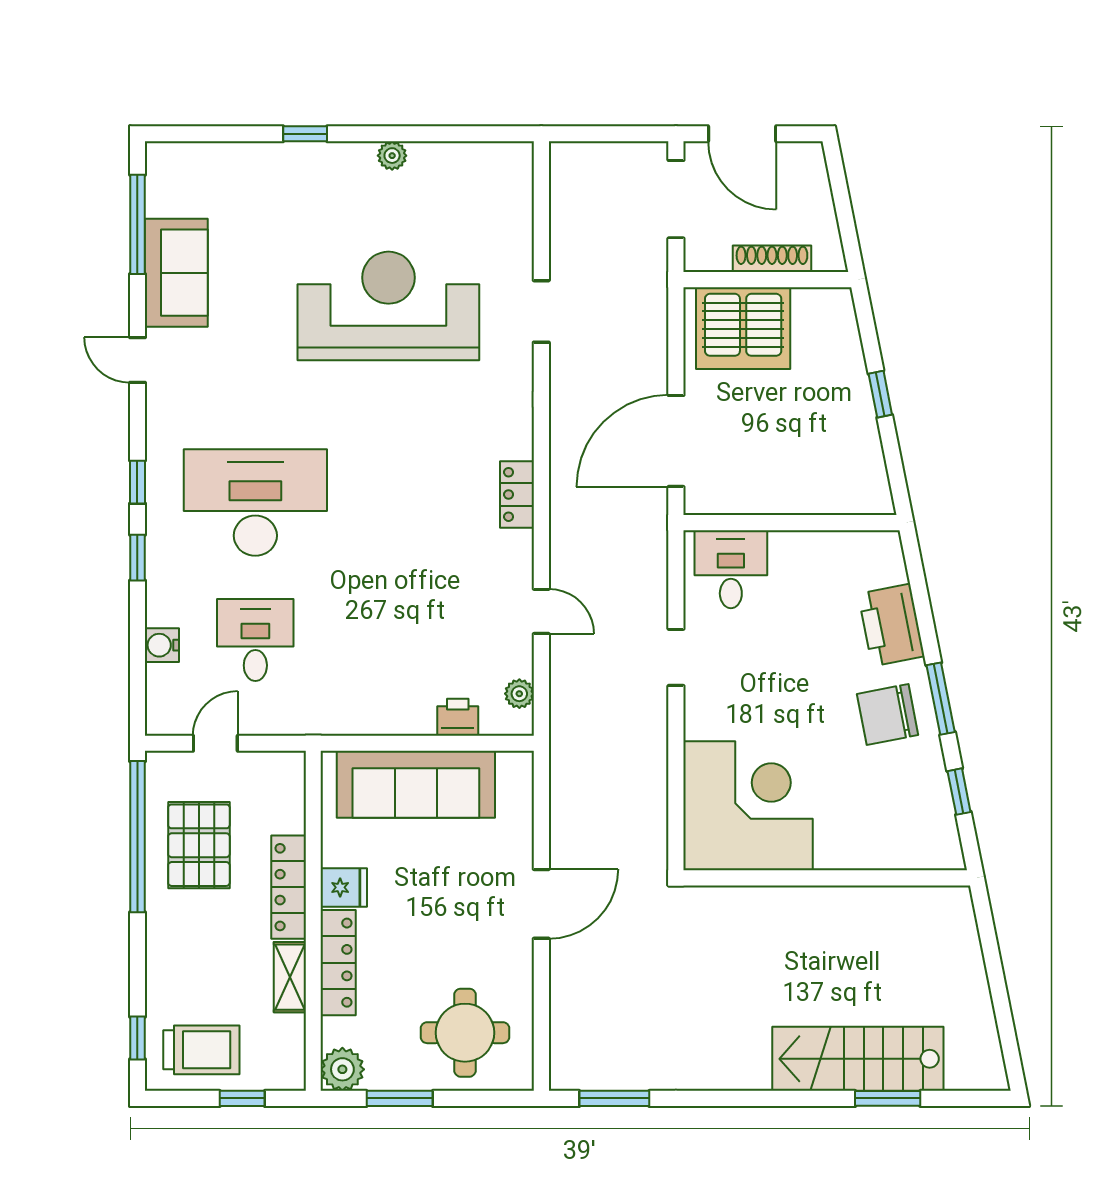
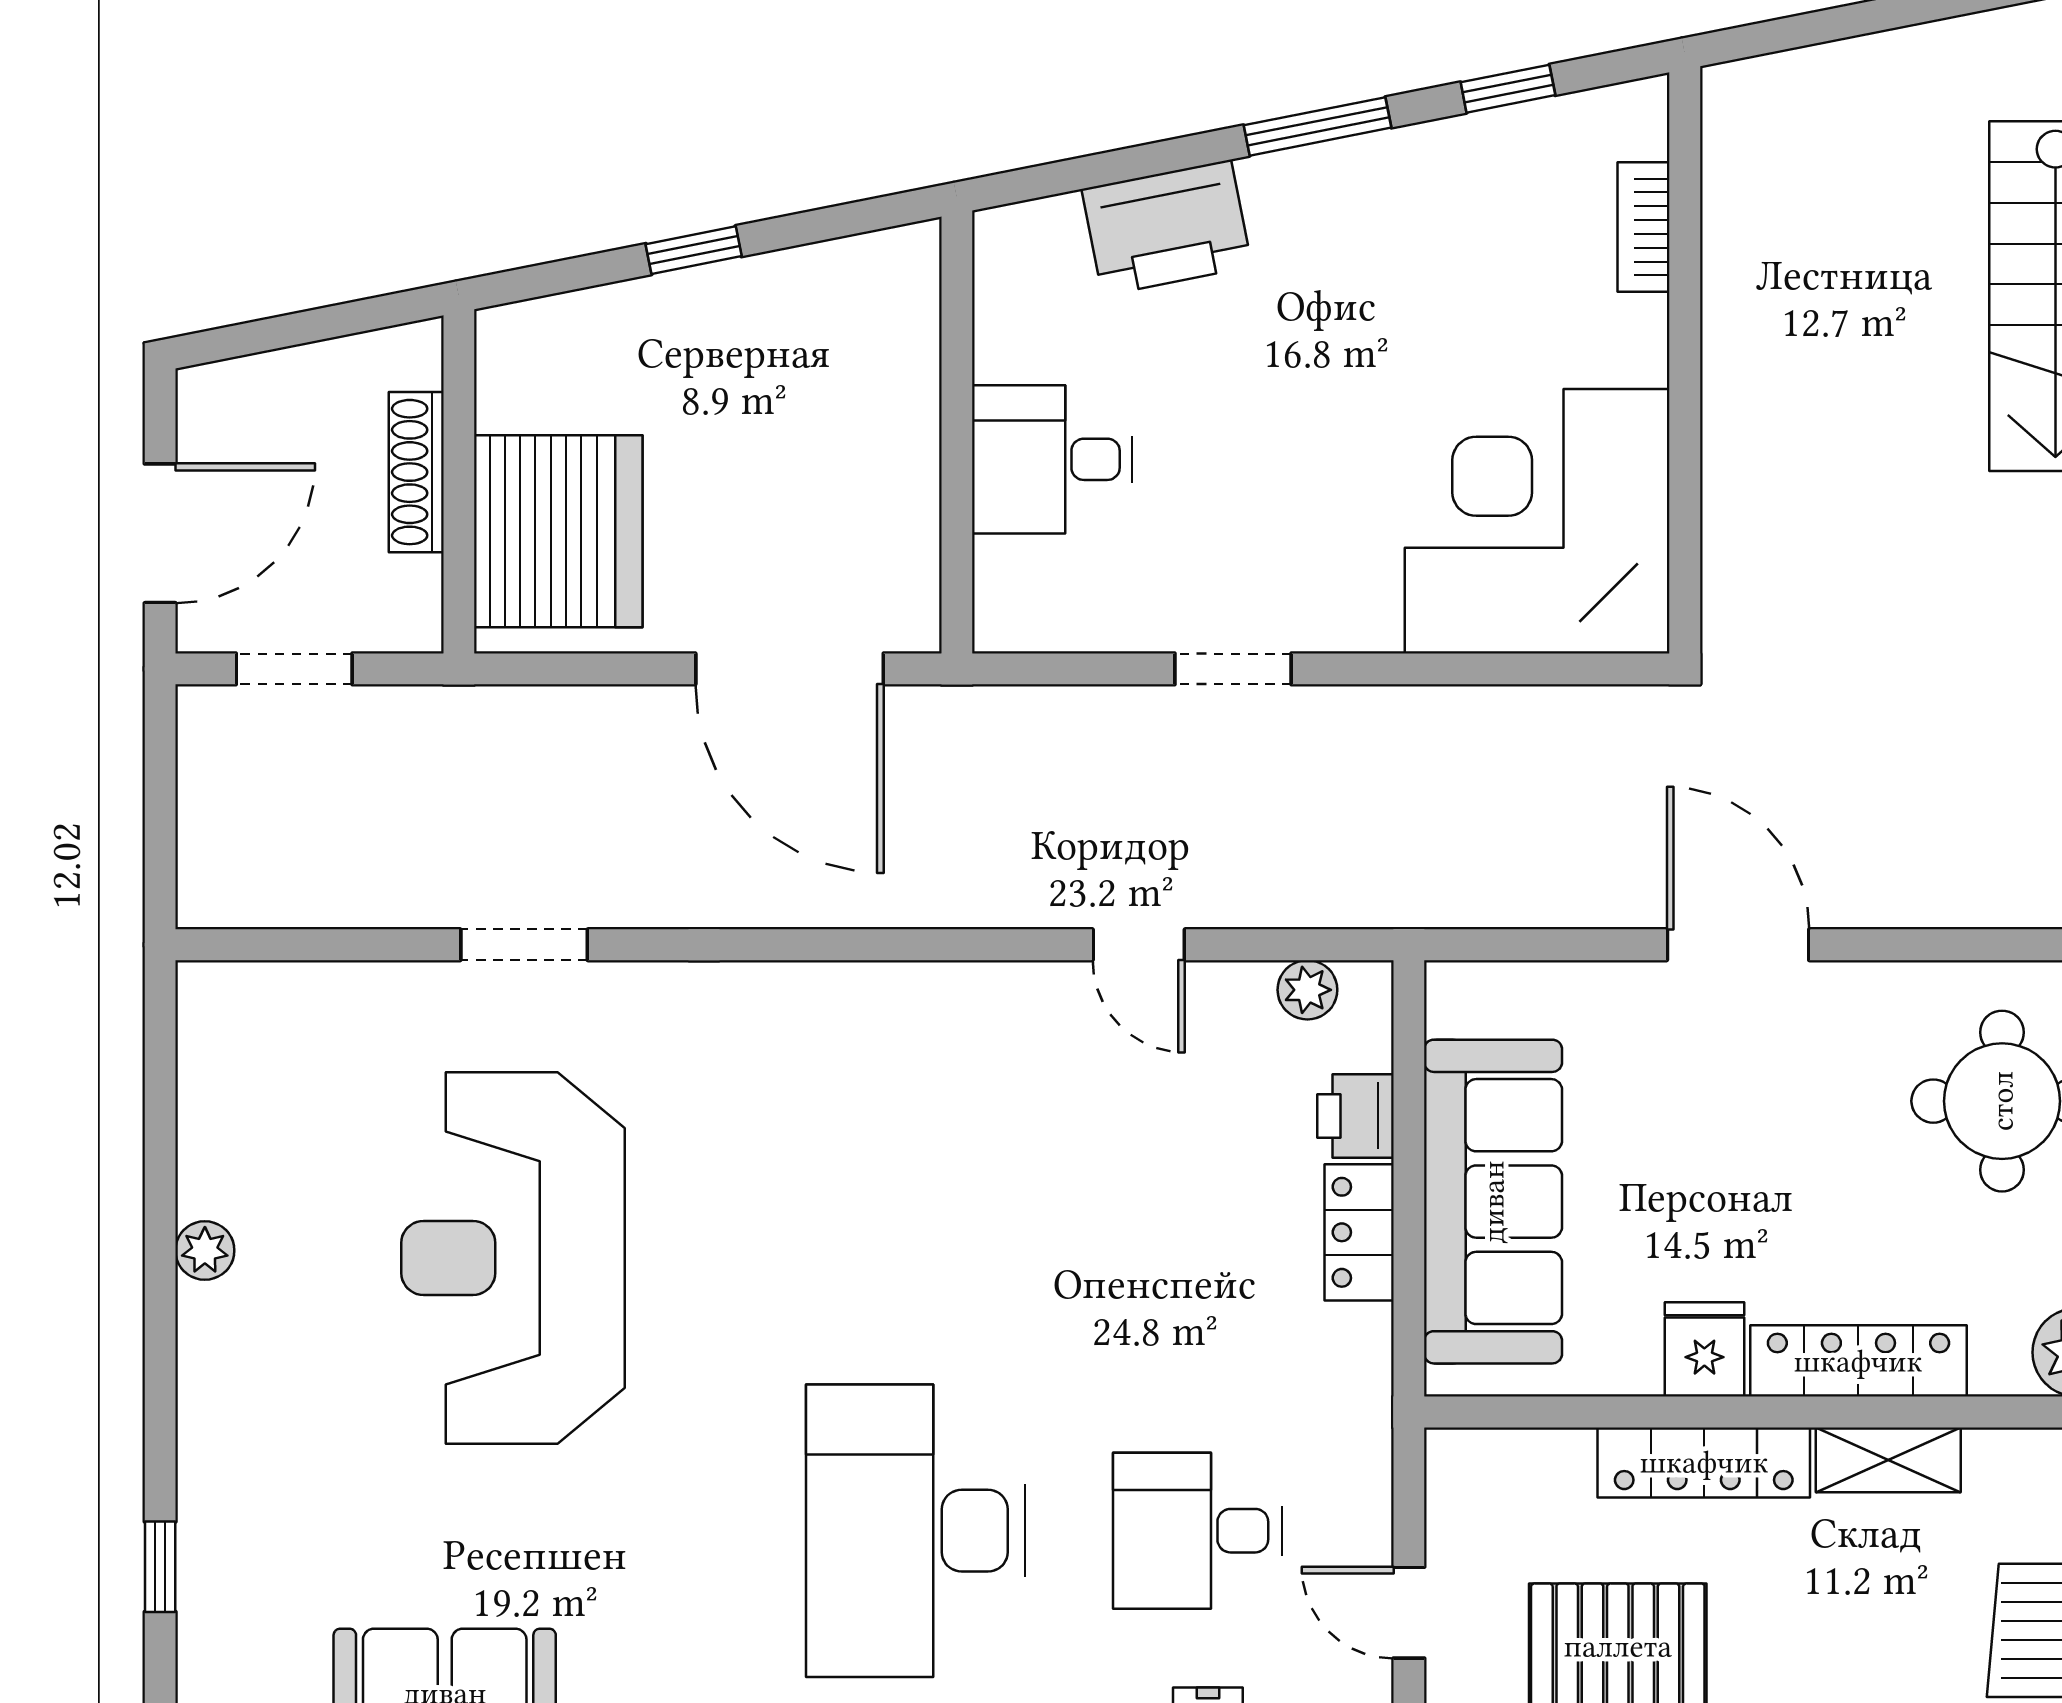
window: (305, 134) -> (160, 1567), moved
doorway: (676, 199) -> (294, 669), width x0.73
locker: (517, 494) -> (1359, 1232), moved, turned 90
desk: (731, 569) -> (1052, 459), moved
door: (541, 611) -> (1139, 945), swing flipped
chair: (888, 714) -> (1350, 235), removed
bookcase: (892, 858) -> (1643, 227), added

